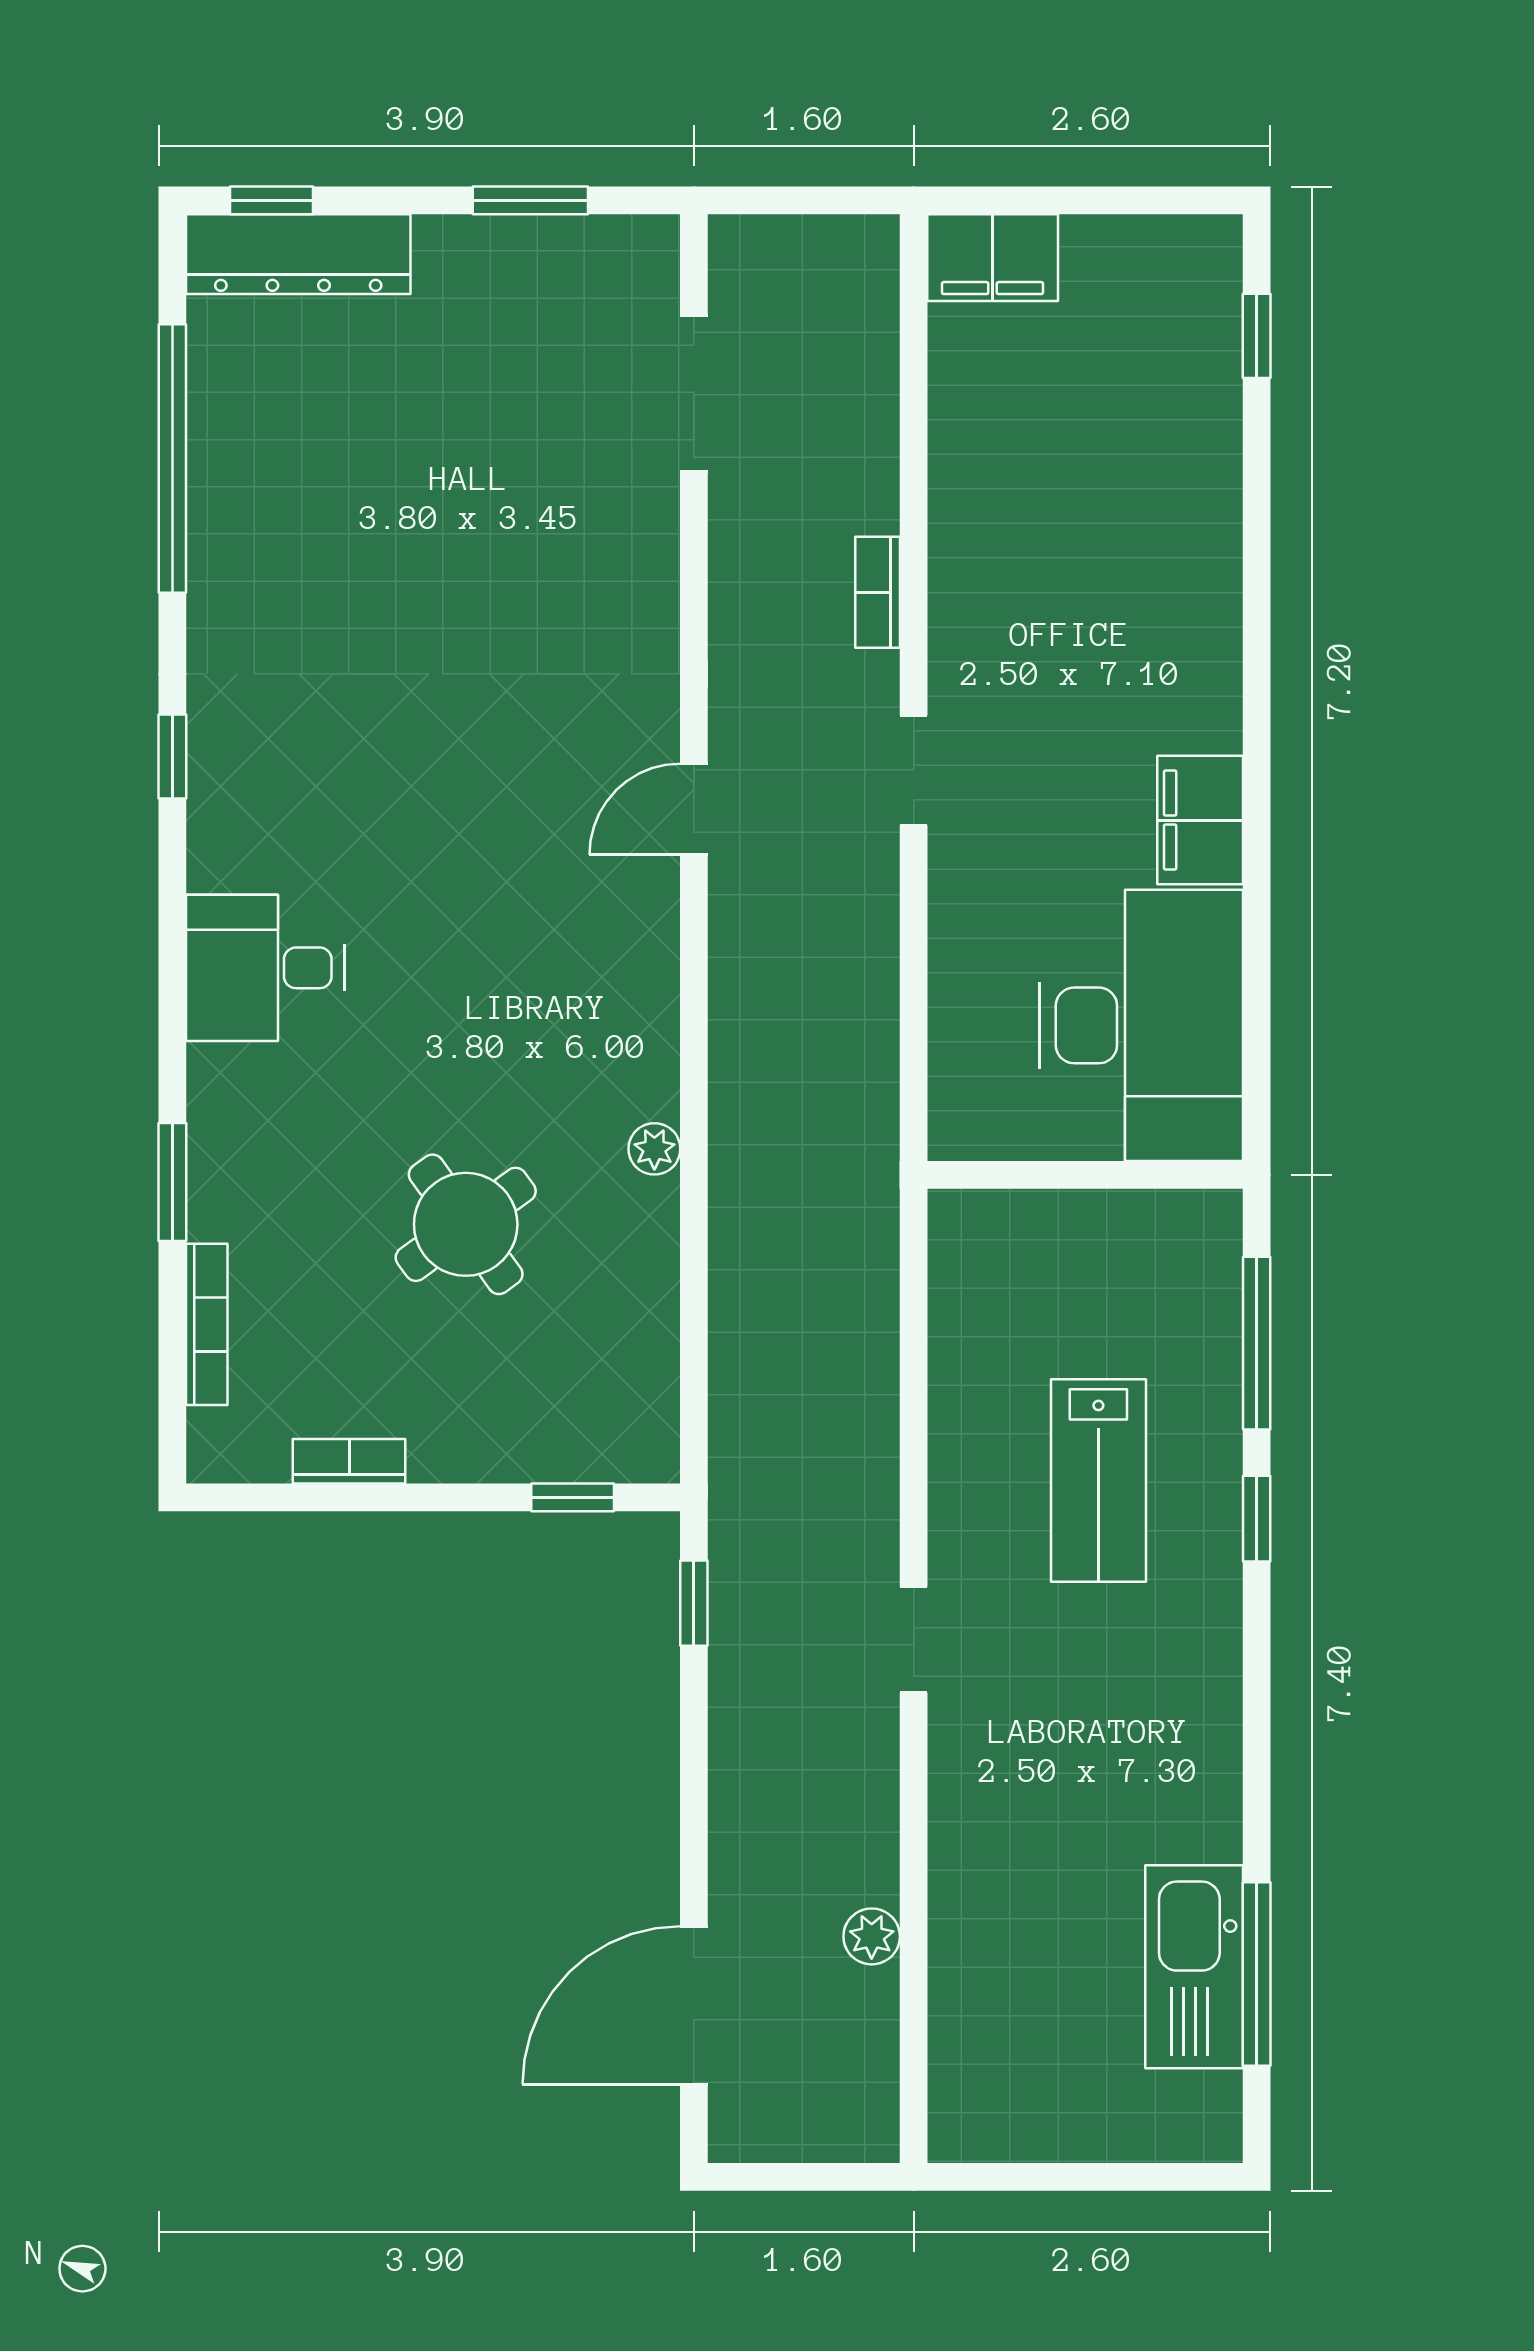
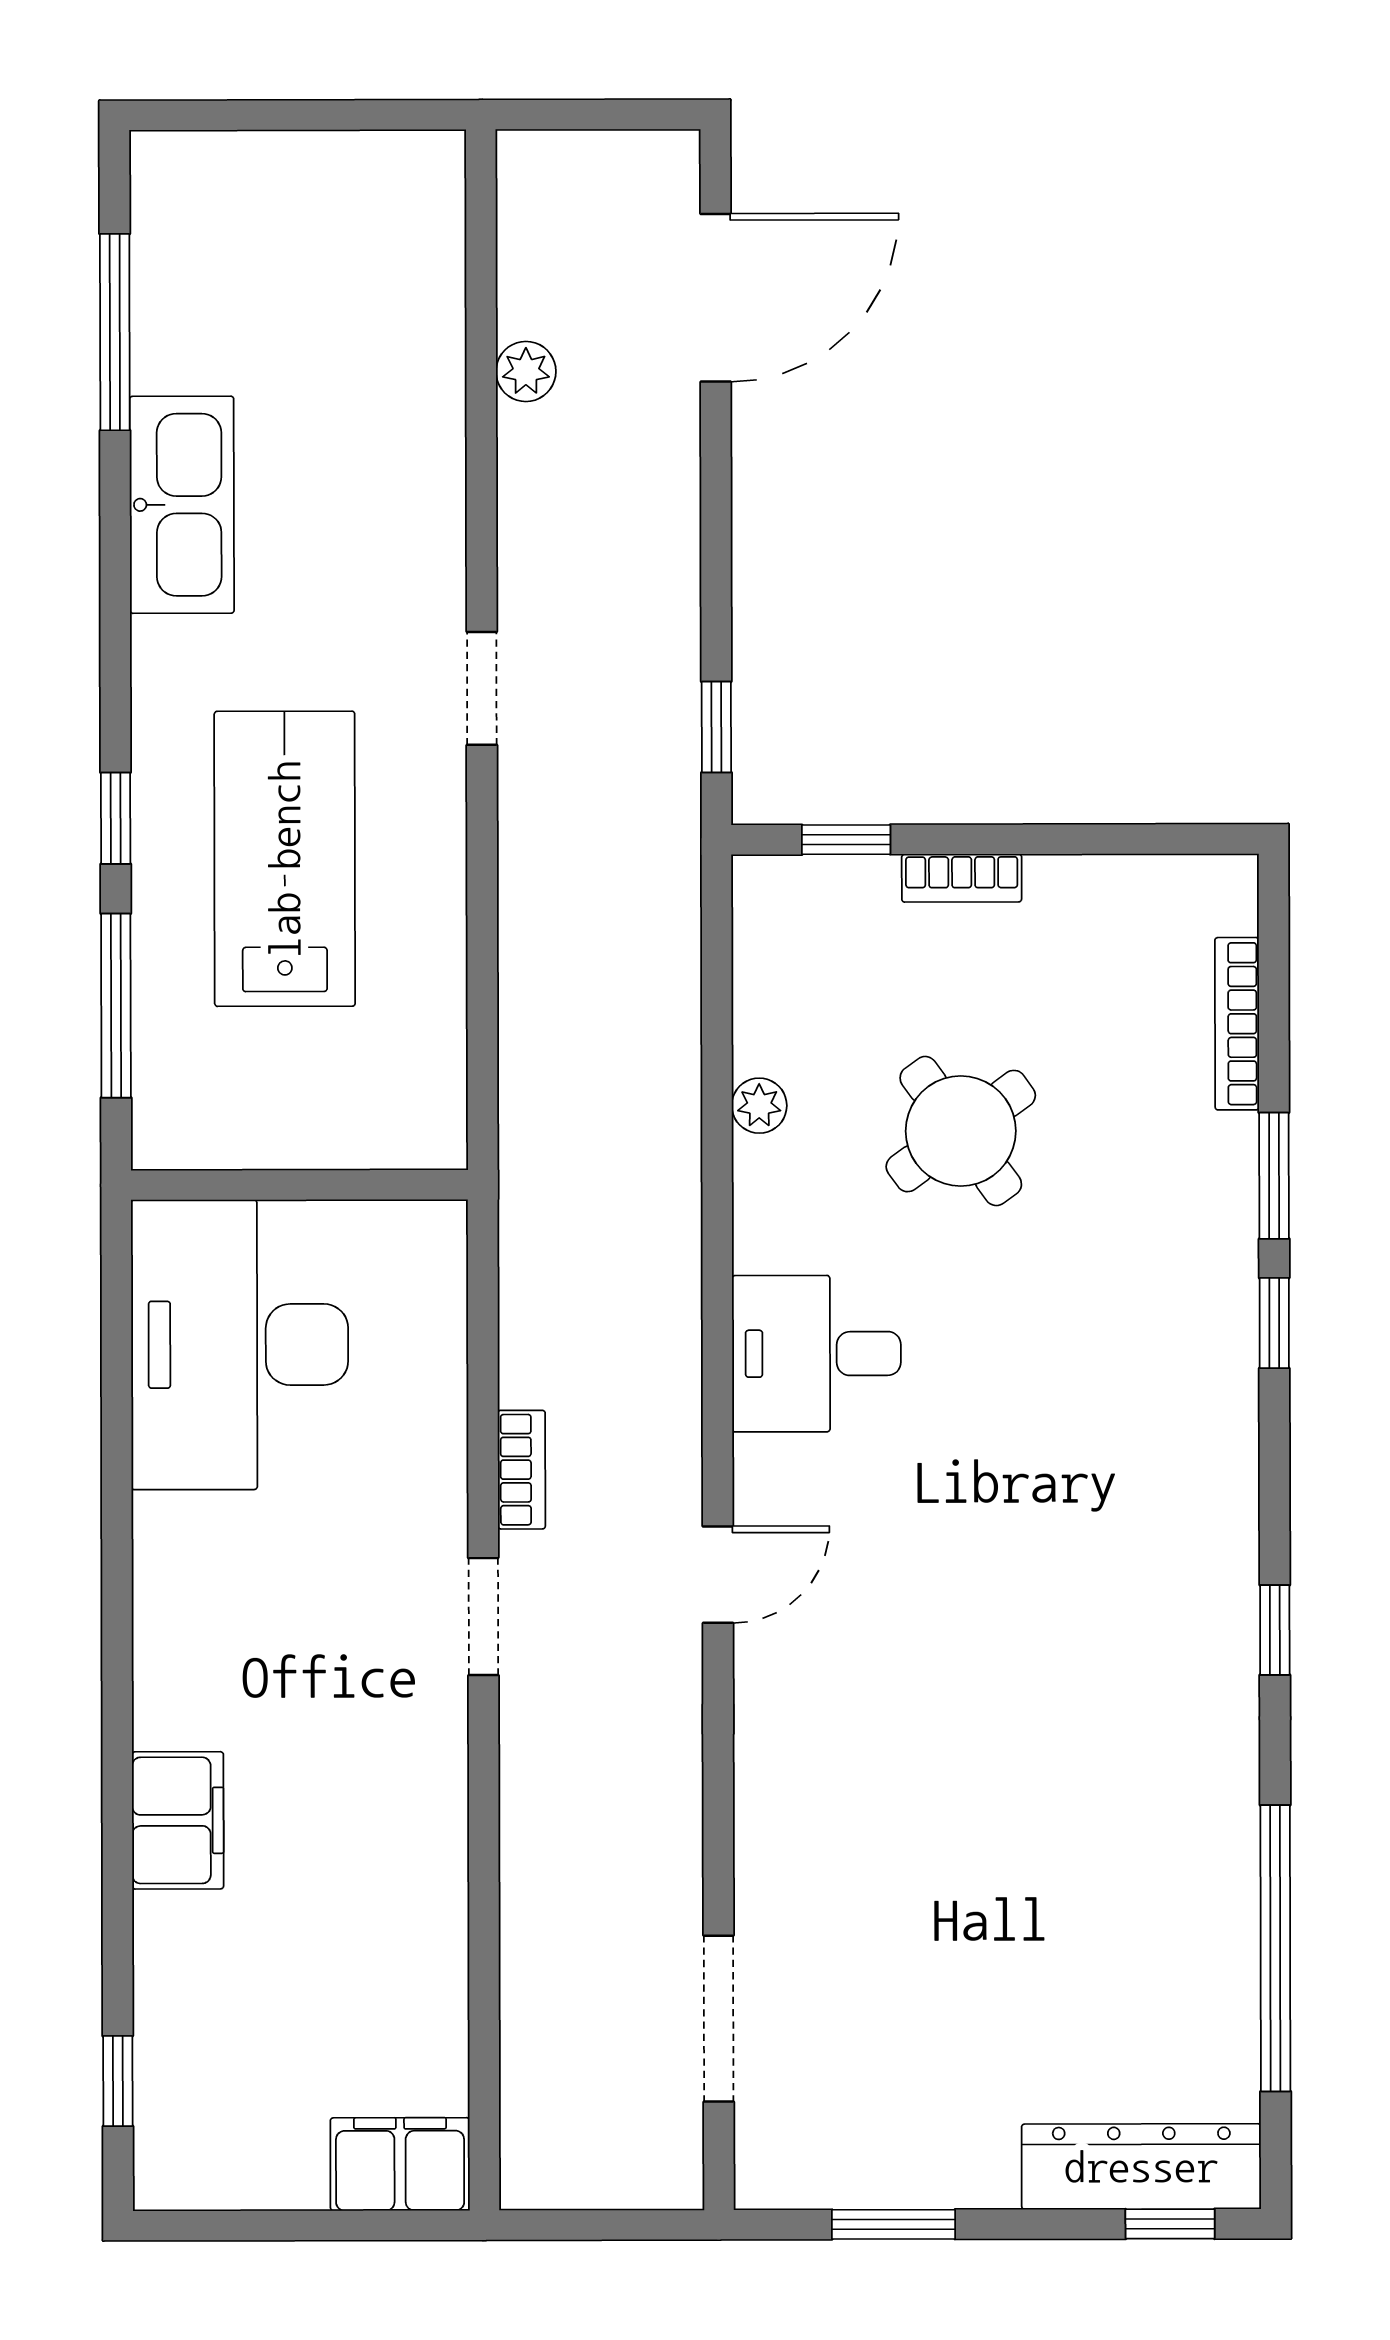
bookcase: (878, 592) -> (522, 1470), moved
filing cabinet: (1200, 820) -> (178, 1820), moved
desk: (265, 968) -> (816, 1354), moved, turned 180
window: (172, 1044) -> (1274, 1323), added
plant: (654, 1149) -> (759, 1106), moved
bookcase: (349, 1461) -> (962, 878), moved
lab bench: (1098, 1480) -> (285, 859), width x1.36, depth x1.39
kitchen sink: (1194, 1967) -> (182, 505), moved

